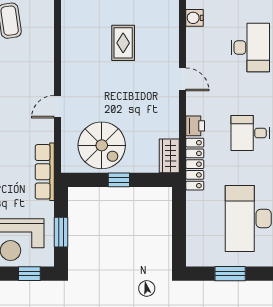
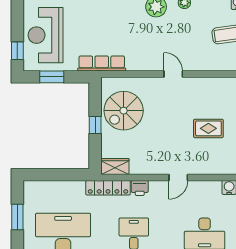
door: (57, 107) -> (173, 74), moved

